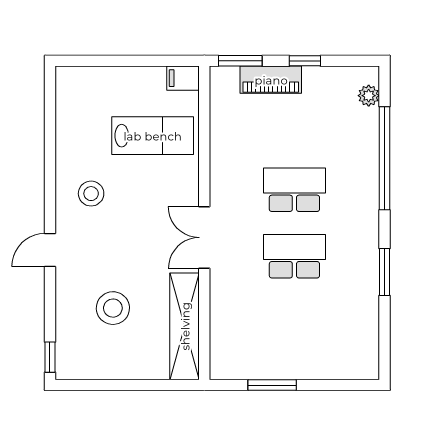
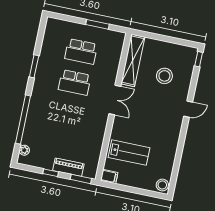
lab bench: (153, 136) -> (129, 153), turned 180
school desk: (294, 190) -> (81, 51), moved
stool: (91, 194) -> (162, 185), moved

